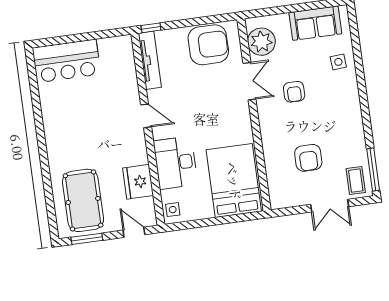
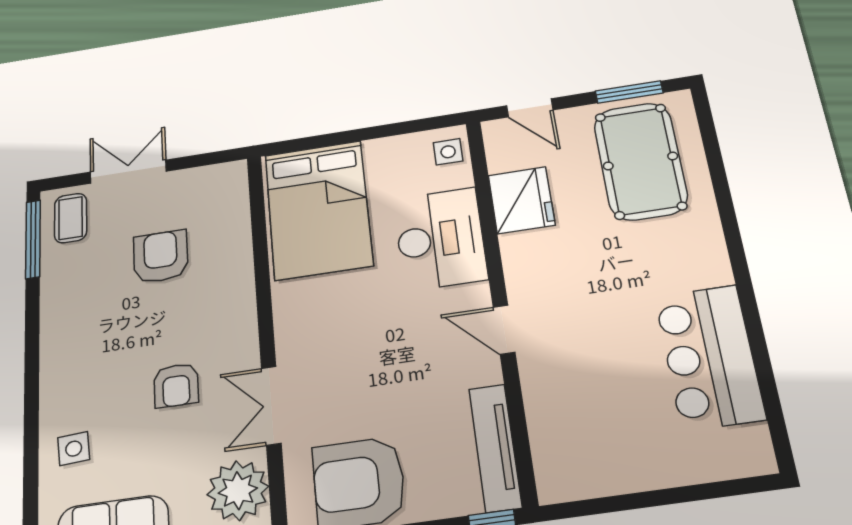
bar counter: (66, 61) -> (709, 357), moved, turned -90
armchair: (294, 92) -> (176, 385), turned 180

